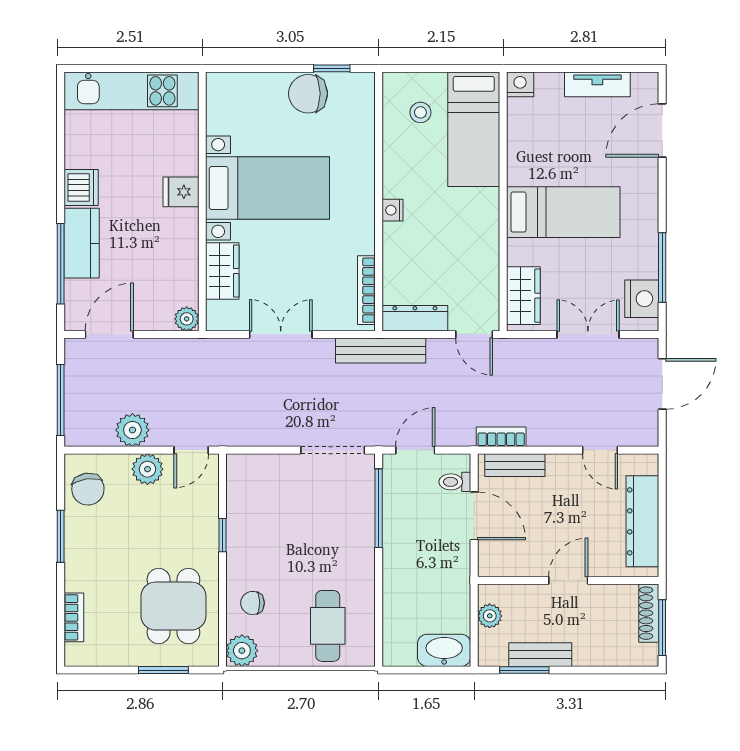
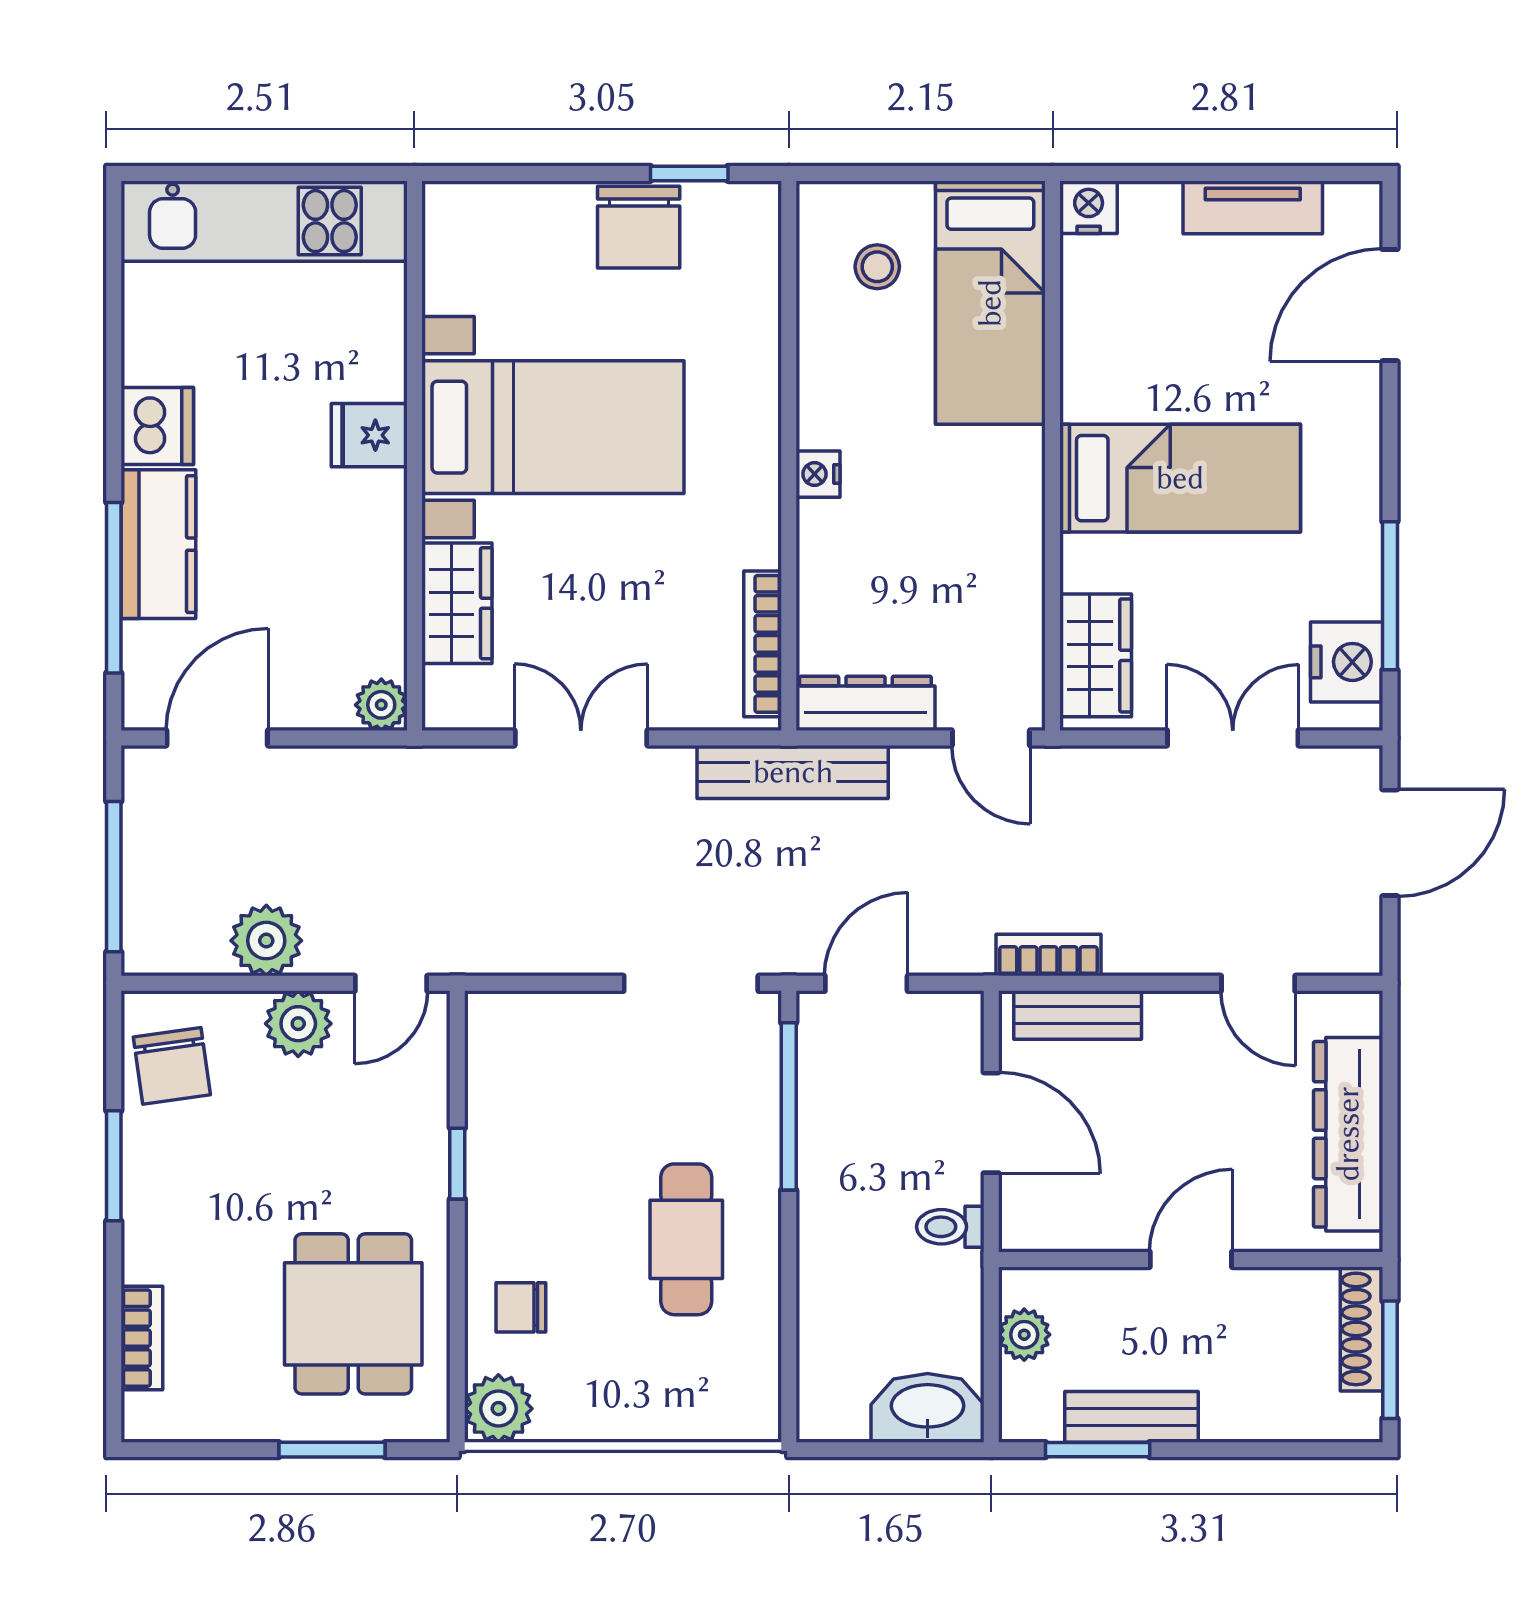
chair: (308, 94) -> (639, 227), turned -90
toilet: (455, 482) -> (950, 1227), moved
cafe table: (328, 626) -> (686, 1239), moved

